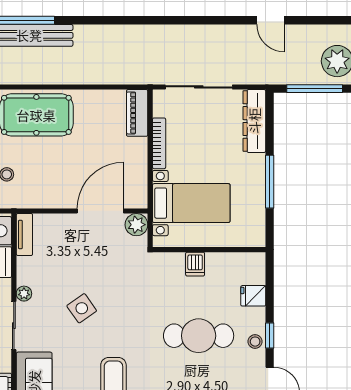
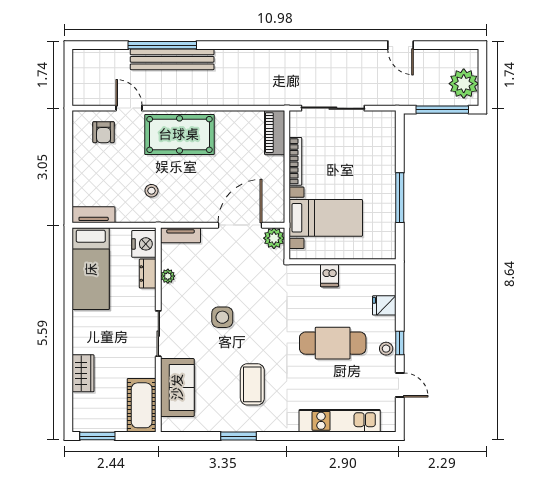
dresser: (254, 121) -> (385, 140), removed
tv unit: (24, 235) -> (181, 235), moved, turned 90
plant: (24, 294) -> (168, 276), moved
side table: (82, 308) -> (222, 317), turned 35

